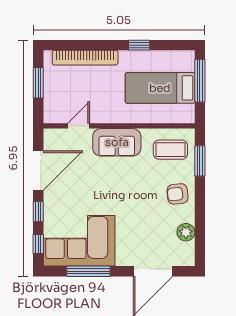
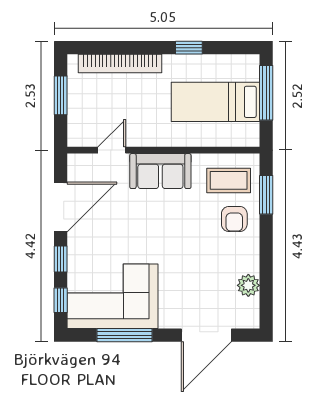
armchair: (178, 194) -> (234, 219), moved, turned -84

